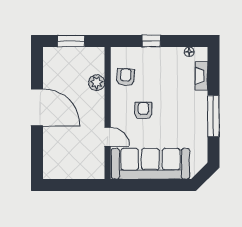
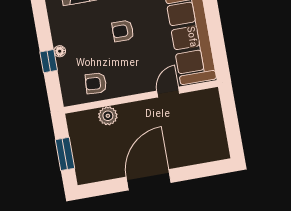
floor lamp: (189, 52) -> (60, 51), moved
armchair: (143, 111) -> (123, 31), moved

